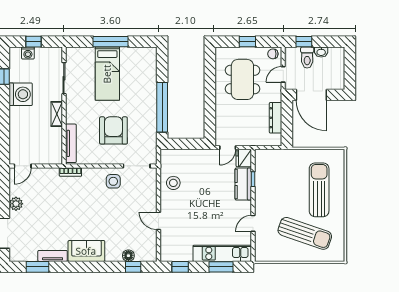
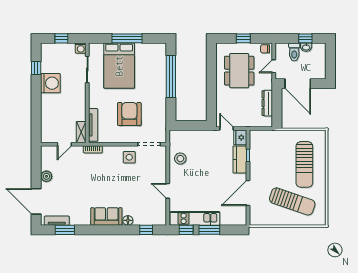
window: (304, 42) -> (305, 38), moved
washing machine: (28, 53) -> (81, 48), moved
bed: (107, 74) -> (119, 66), width x1.50
window: (162, 107) -> (171, 76), moved
shelving: (57, 114) -> (81, 132), moved
door: (228, 148) -> (227, 129), swing flipped
door: (23, 166) -> (64, 144), moved
sun lounger: (319, 190) -> (304, 164), turned 180
door: (253, 223) -> (248, 193), width x1.87
kitchen unit: (222, 253) -> (195, 218), moved
tv unit: (53, 256) -> (57, 221), moved
floor lamp: (128, 256) -> (128, 220), moved
window: (221, 267) -> (209, 230), moved

